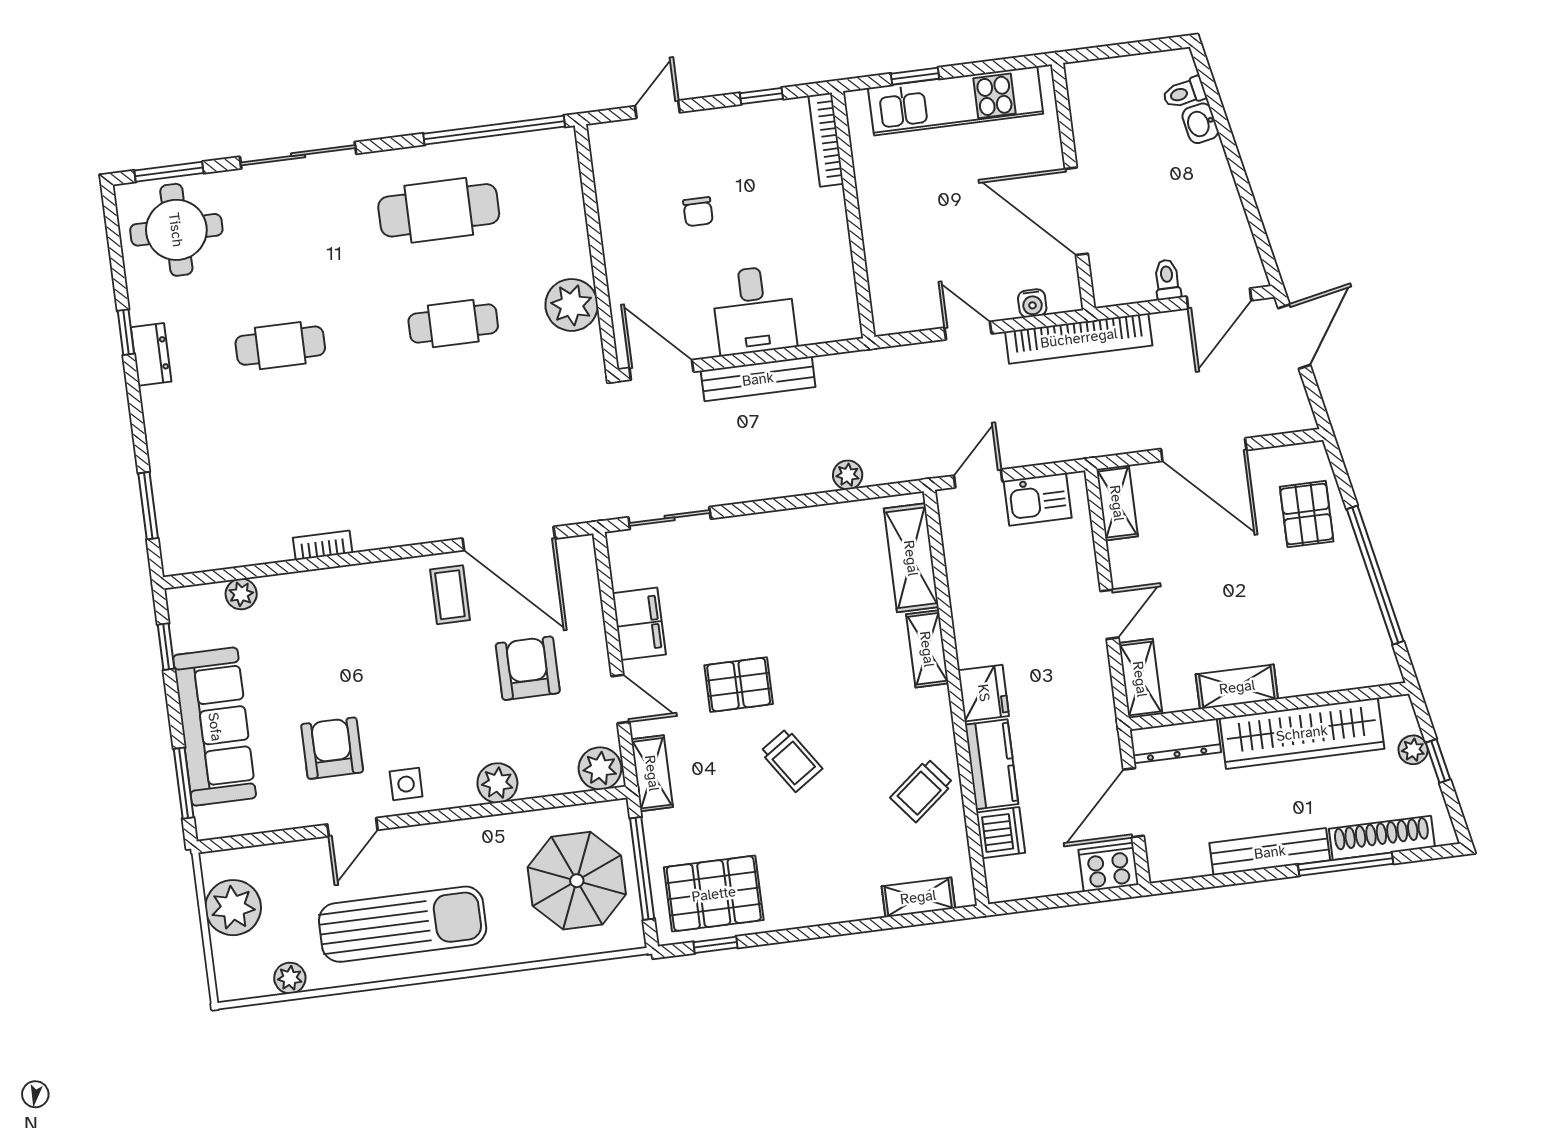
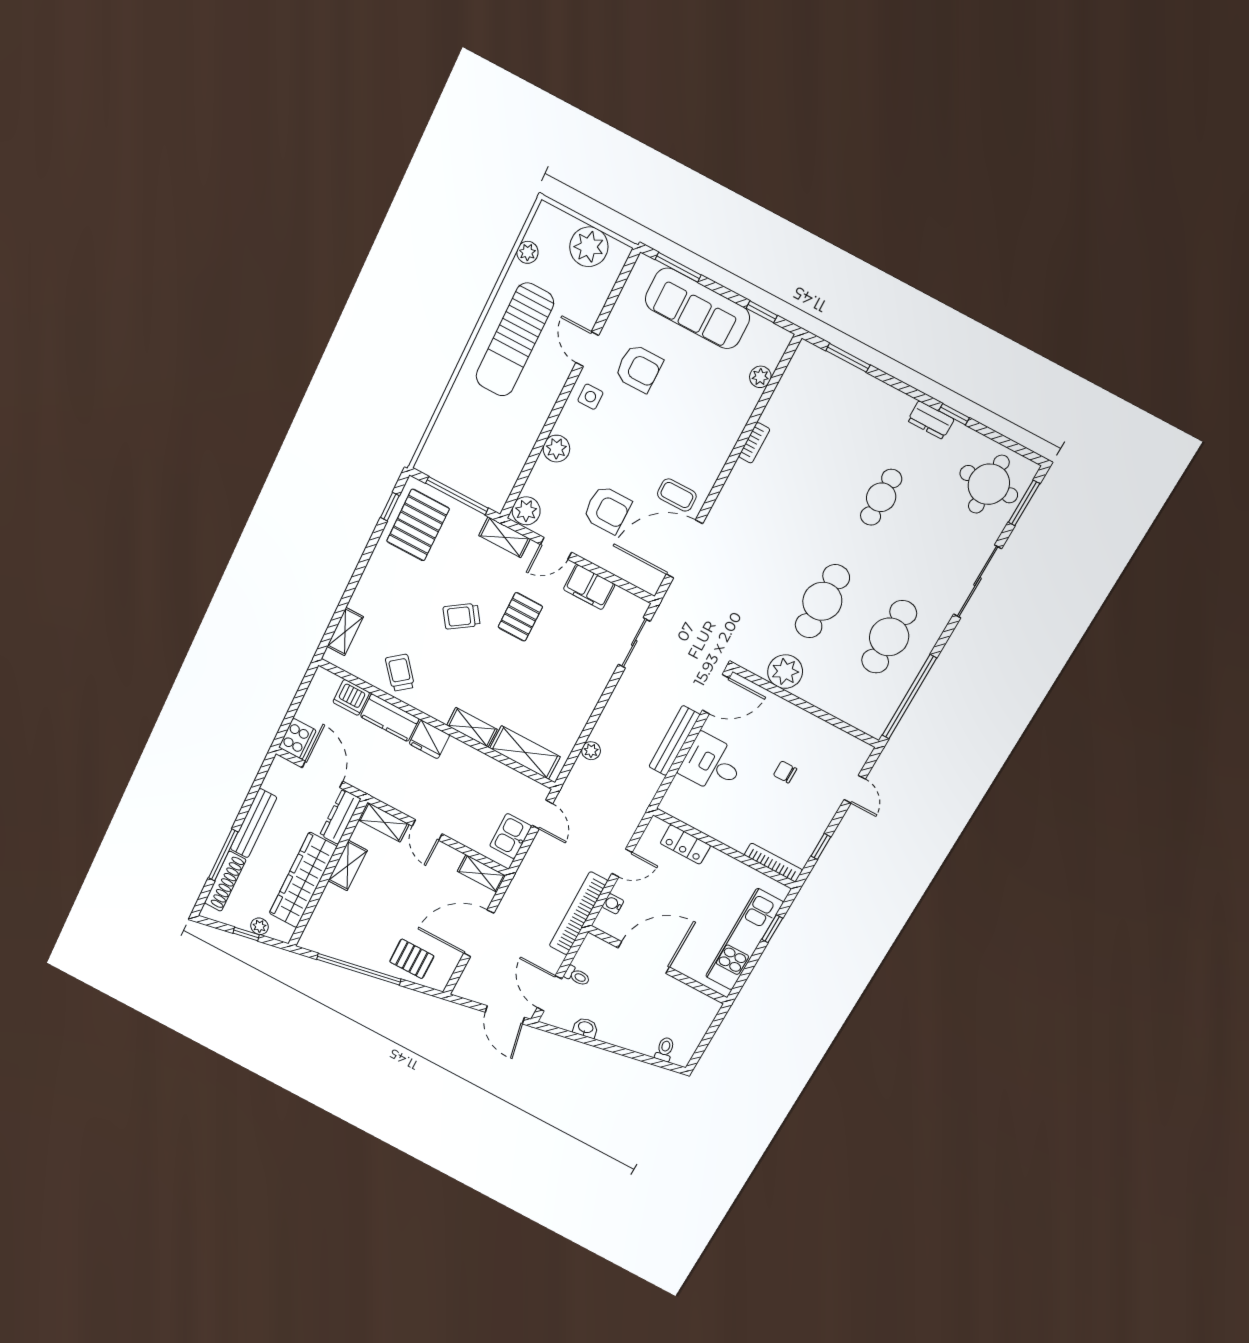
washbasin: (1200, 123) -> (586, 1028), moved
locker: (884, 268) -> (685, 844), added
cafe table: (453, 323) -> (822, 601), width x1.37, depth x1.35
parasol: (577, 881) -> (474, 455), removed

